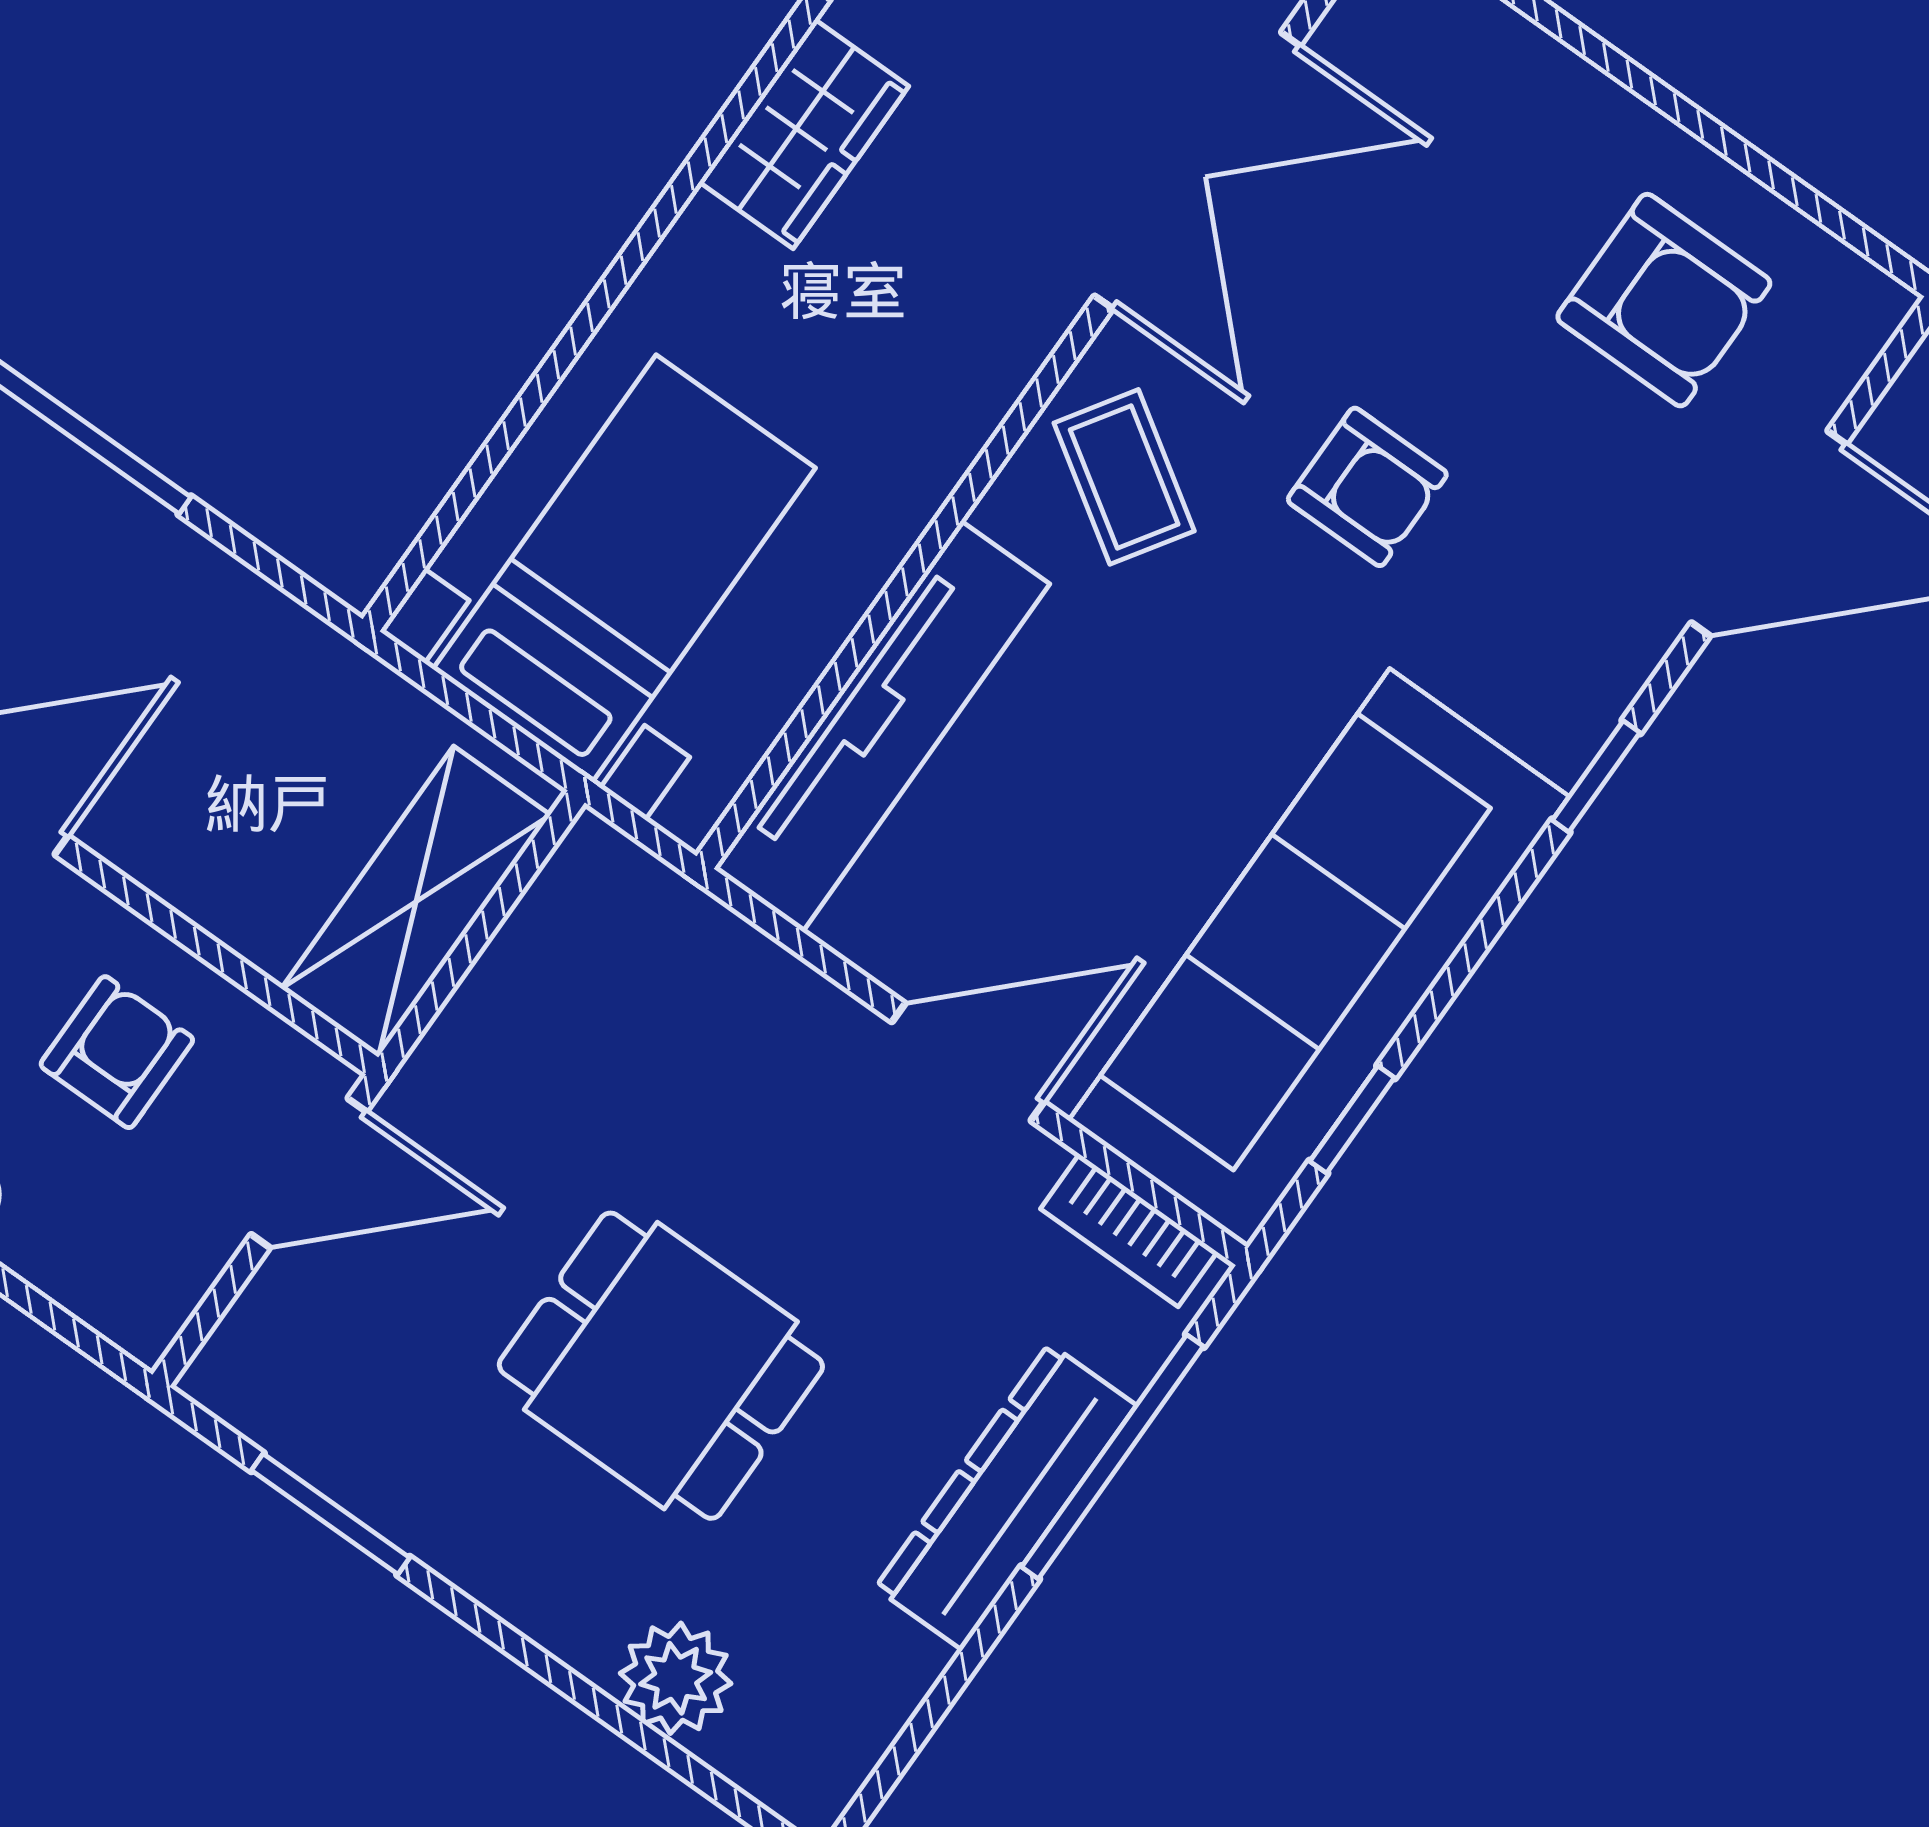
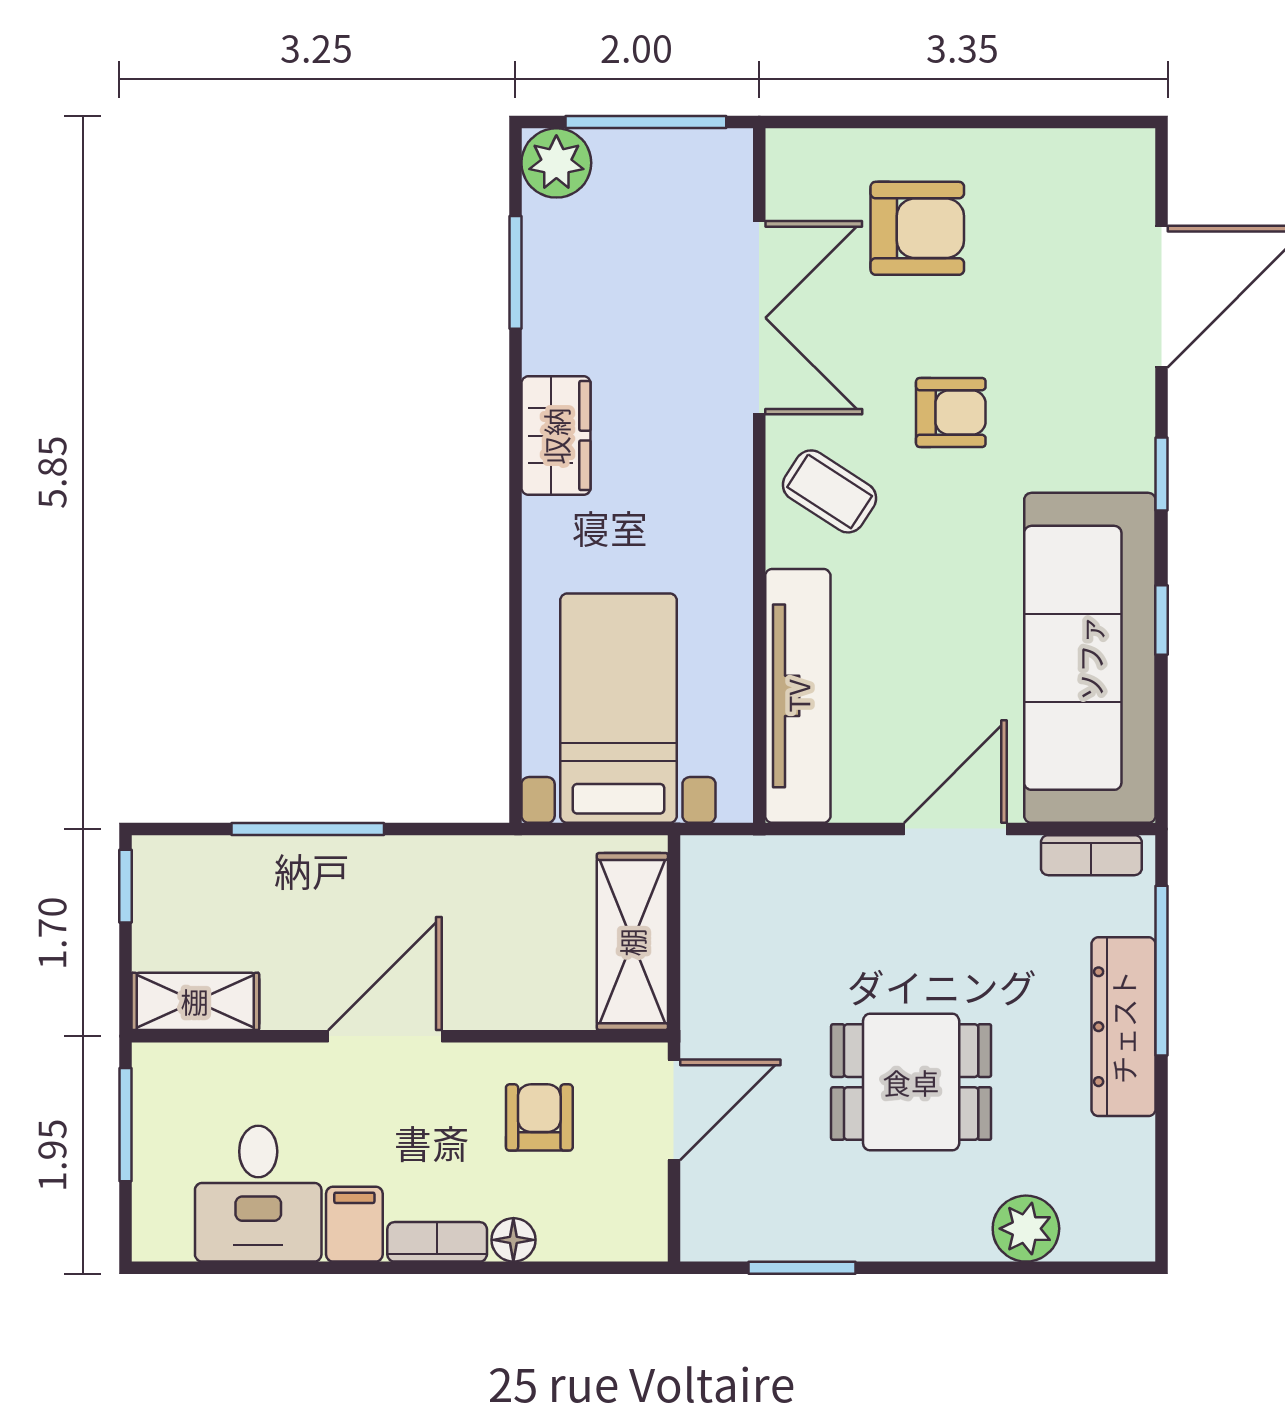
armchair: (1664, 300) -> (917, 228), moved
window: (1352, 1119) -> (1161, 620), moved

